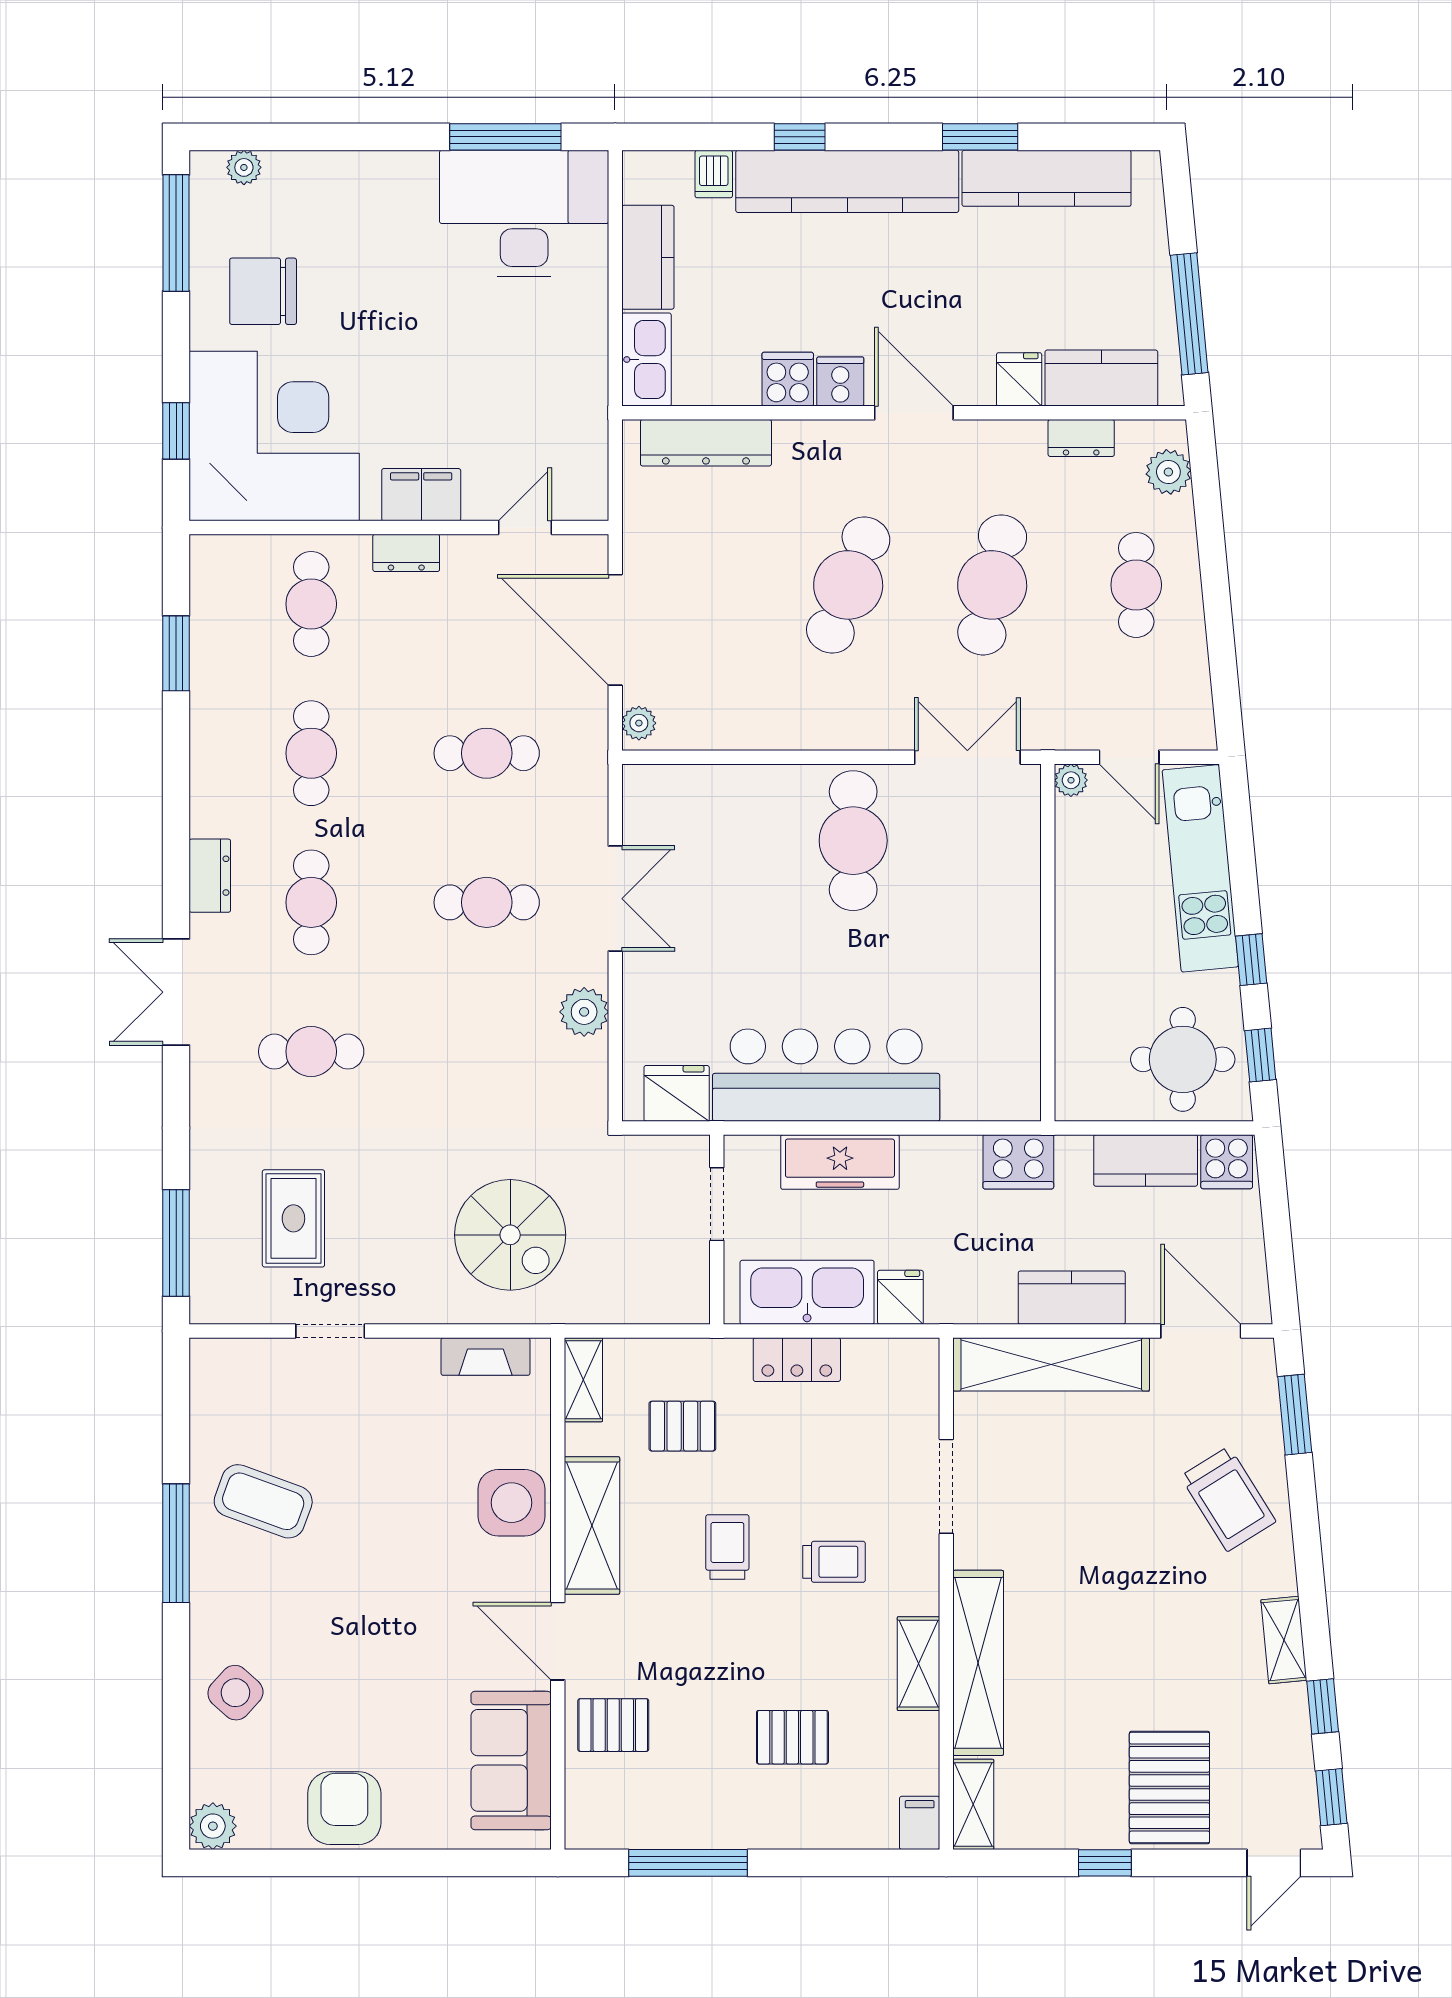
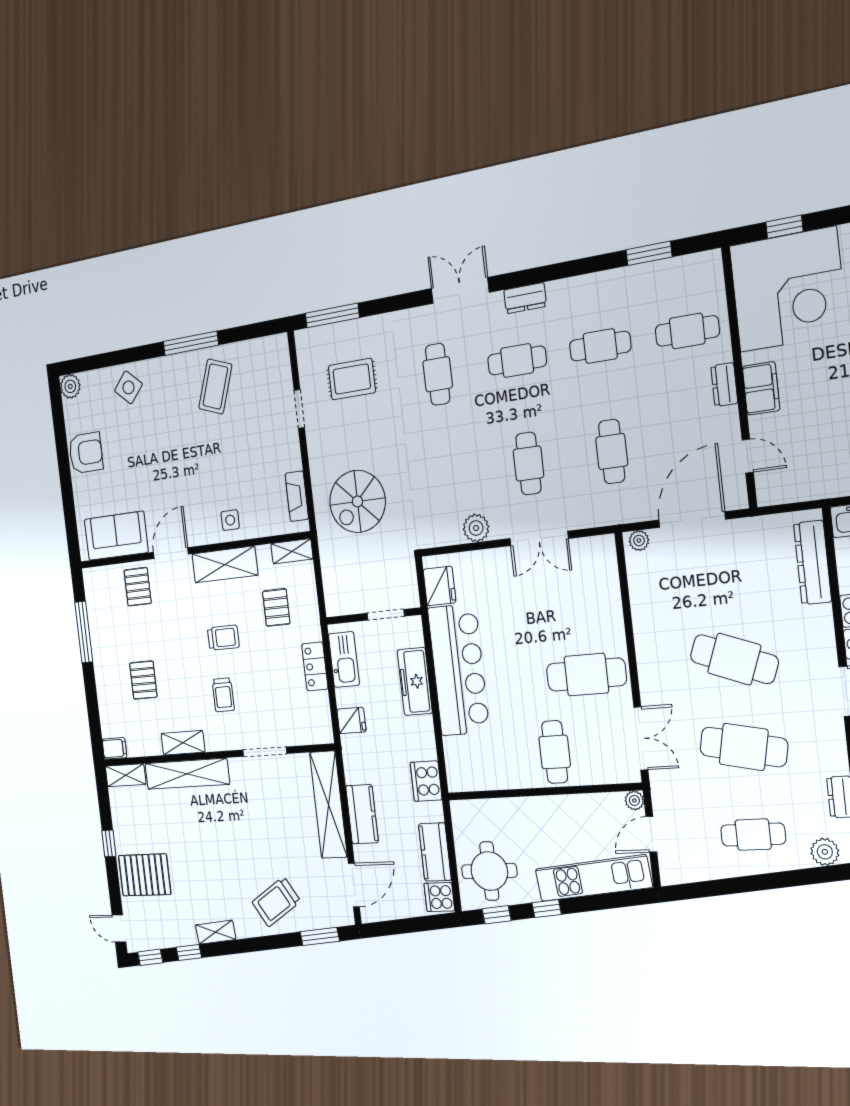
cafe table: (981, 913) -> (555, 752), added
kitchen sink: (807, 1292) -> (344, 659), width x0.73, depth x0.81
side table: (512, 1503) -> (230, 520), width x0.54, depth x0.54

